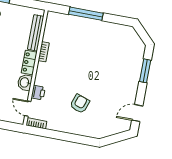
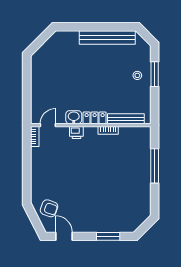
printer: (38, 93) -> (76, 133), moved
armchair: (80, 104) -> (49, 208), moved

